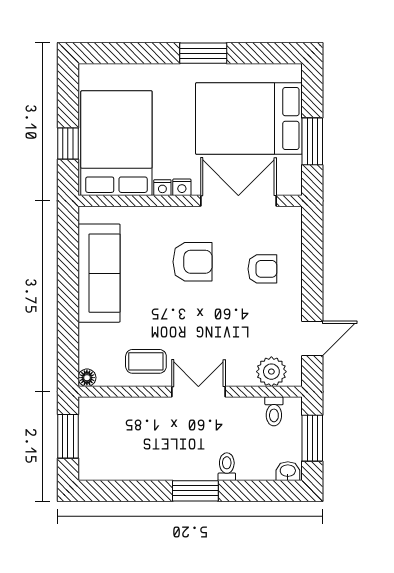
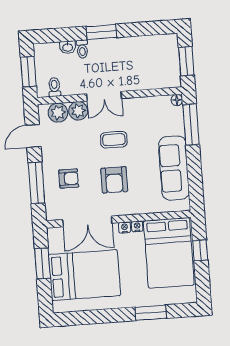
window: (203, 53) -> (151, 313), moved
armchair: (192, 262) -> (114, 180), turned -90
window: (312, 266) -> (37, 183), added
armchair: (262, 269) -> (69, 179), turned 180
window: (68, 338) -> (191, 124), added
coffee table: (146, 361) -> (114, 140), moved
plant: (240, 372) -> (78, 111), added
washbasin: (288, 471) -> (68, 47), moved

